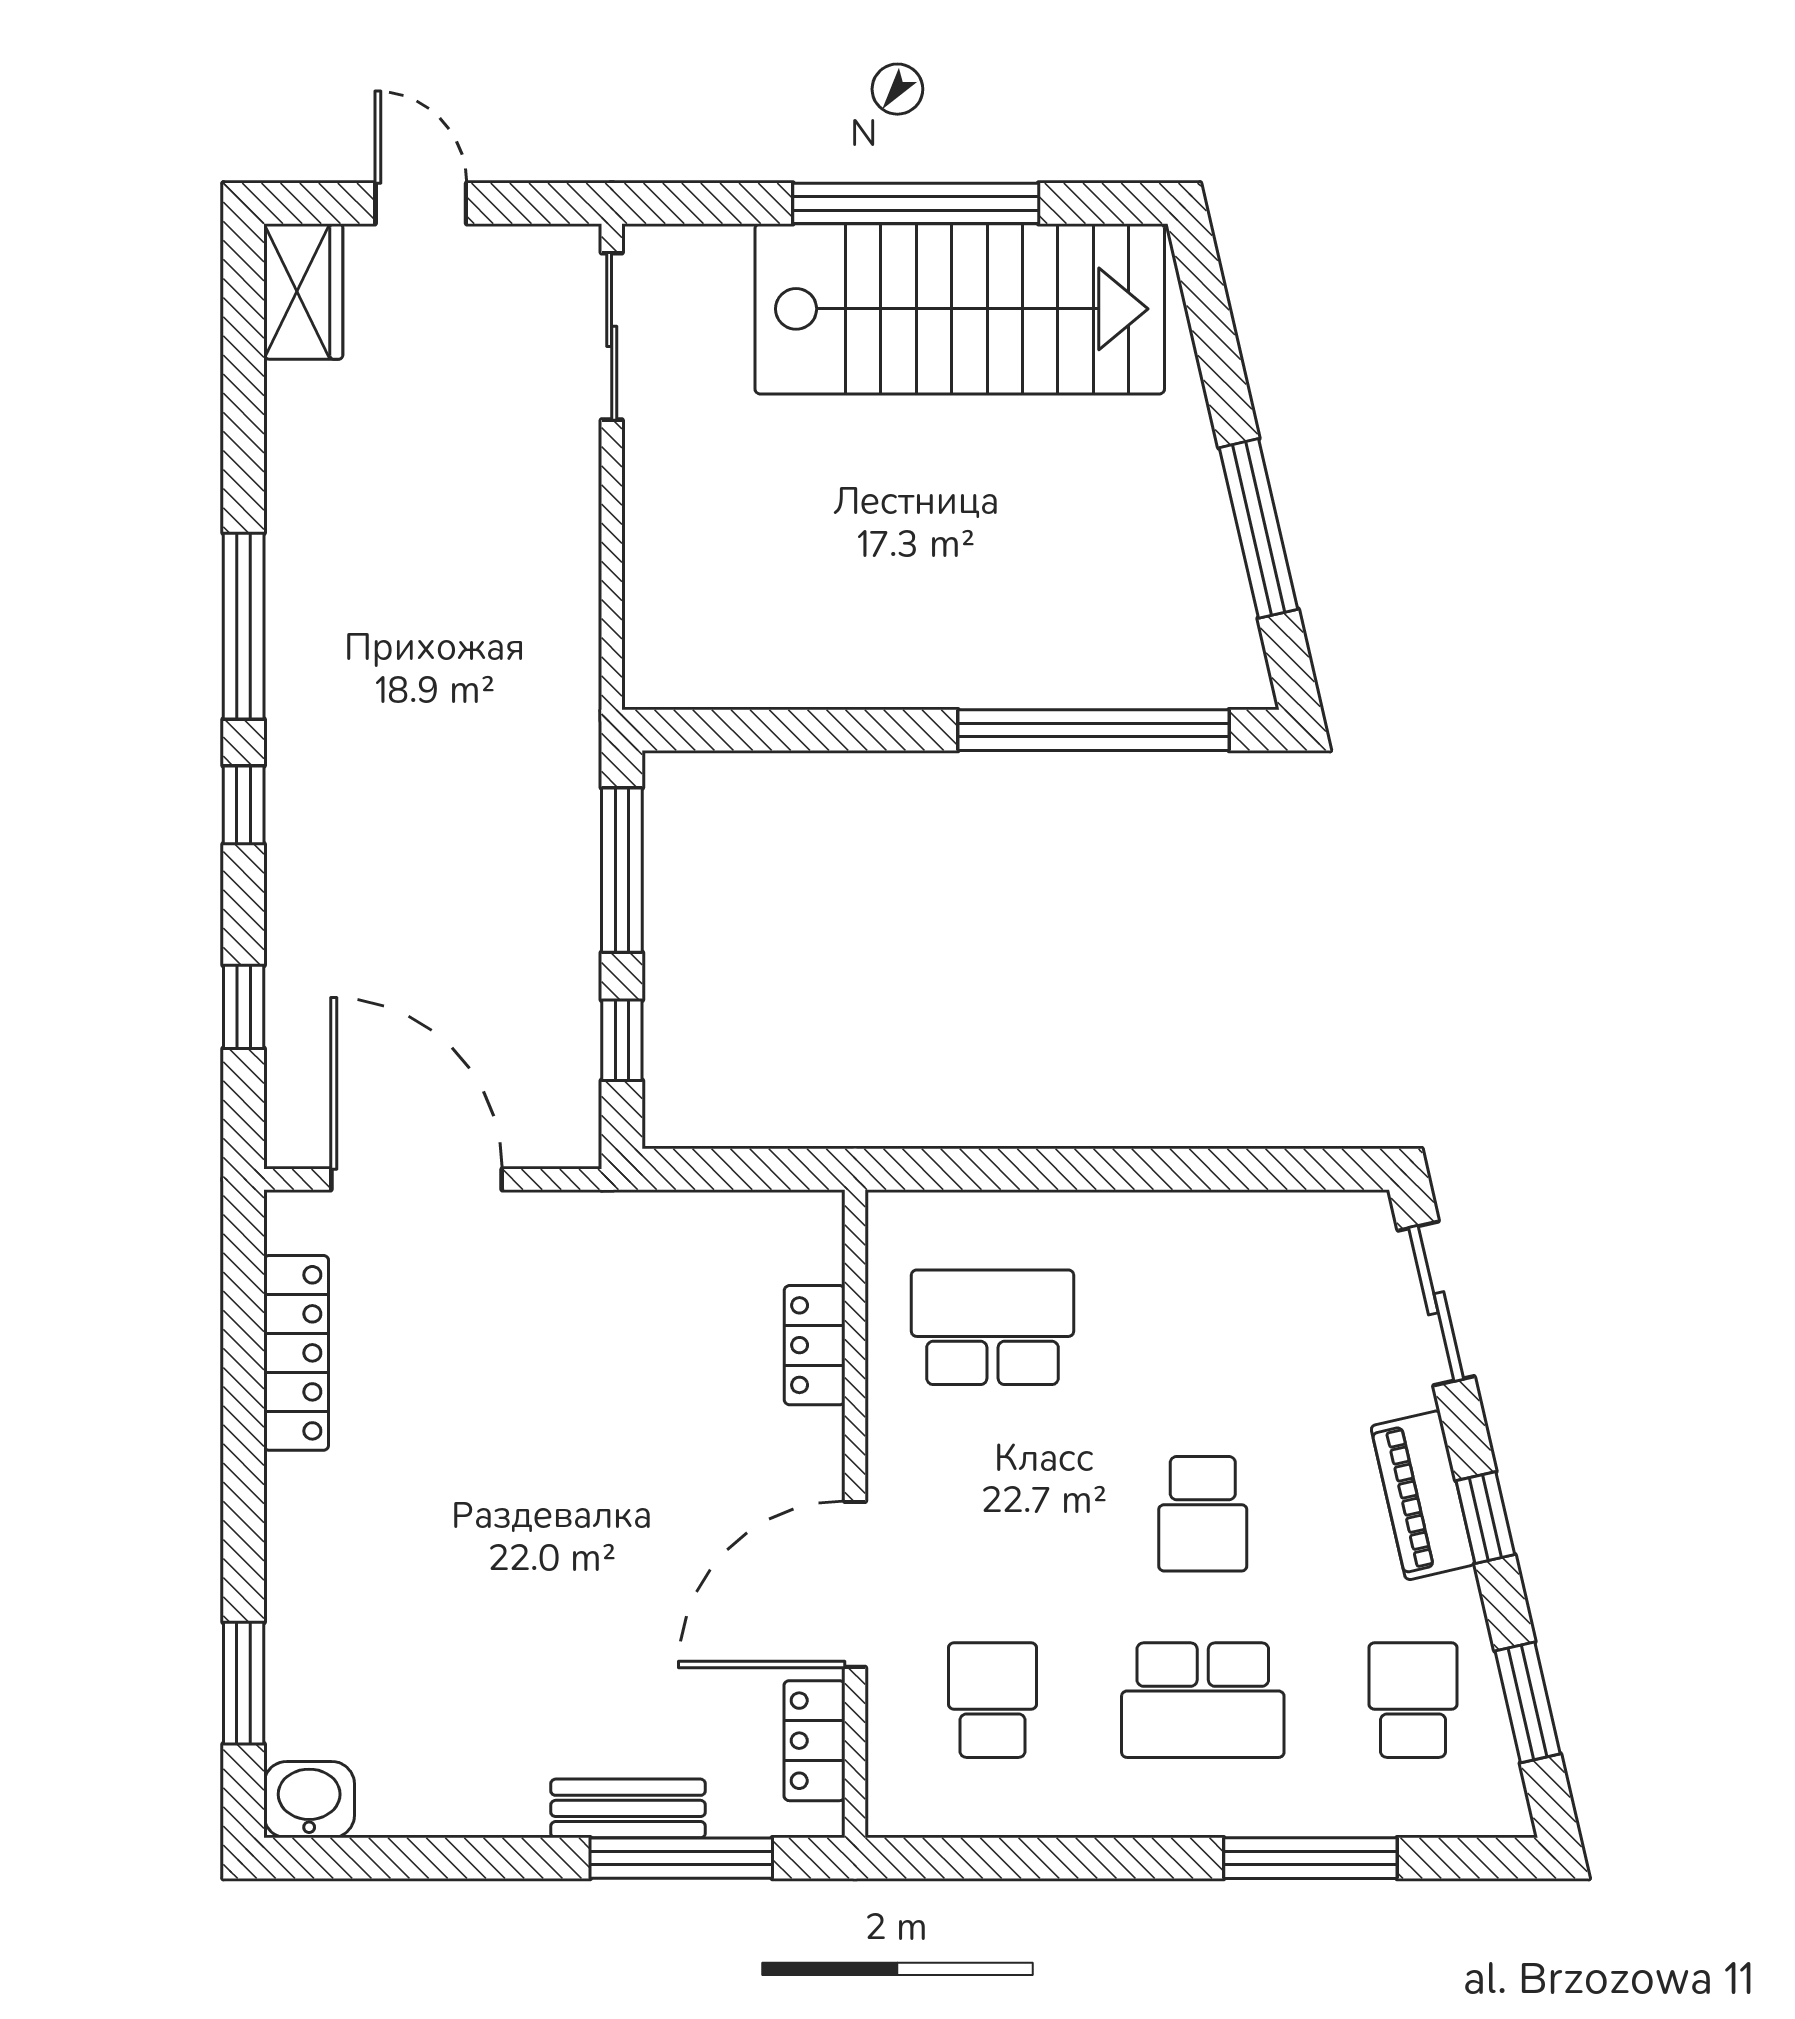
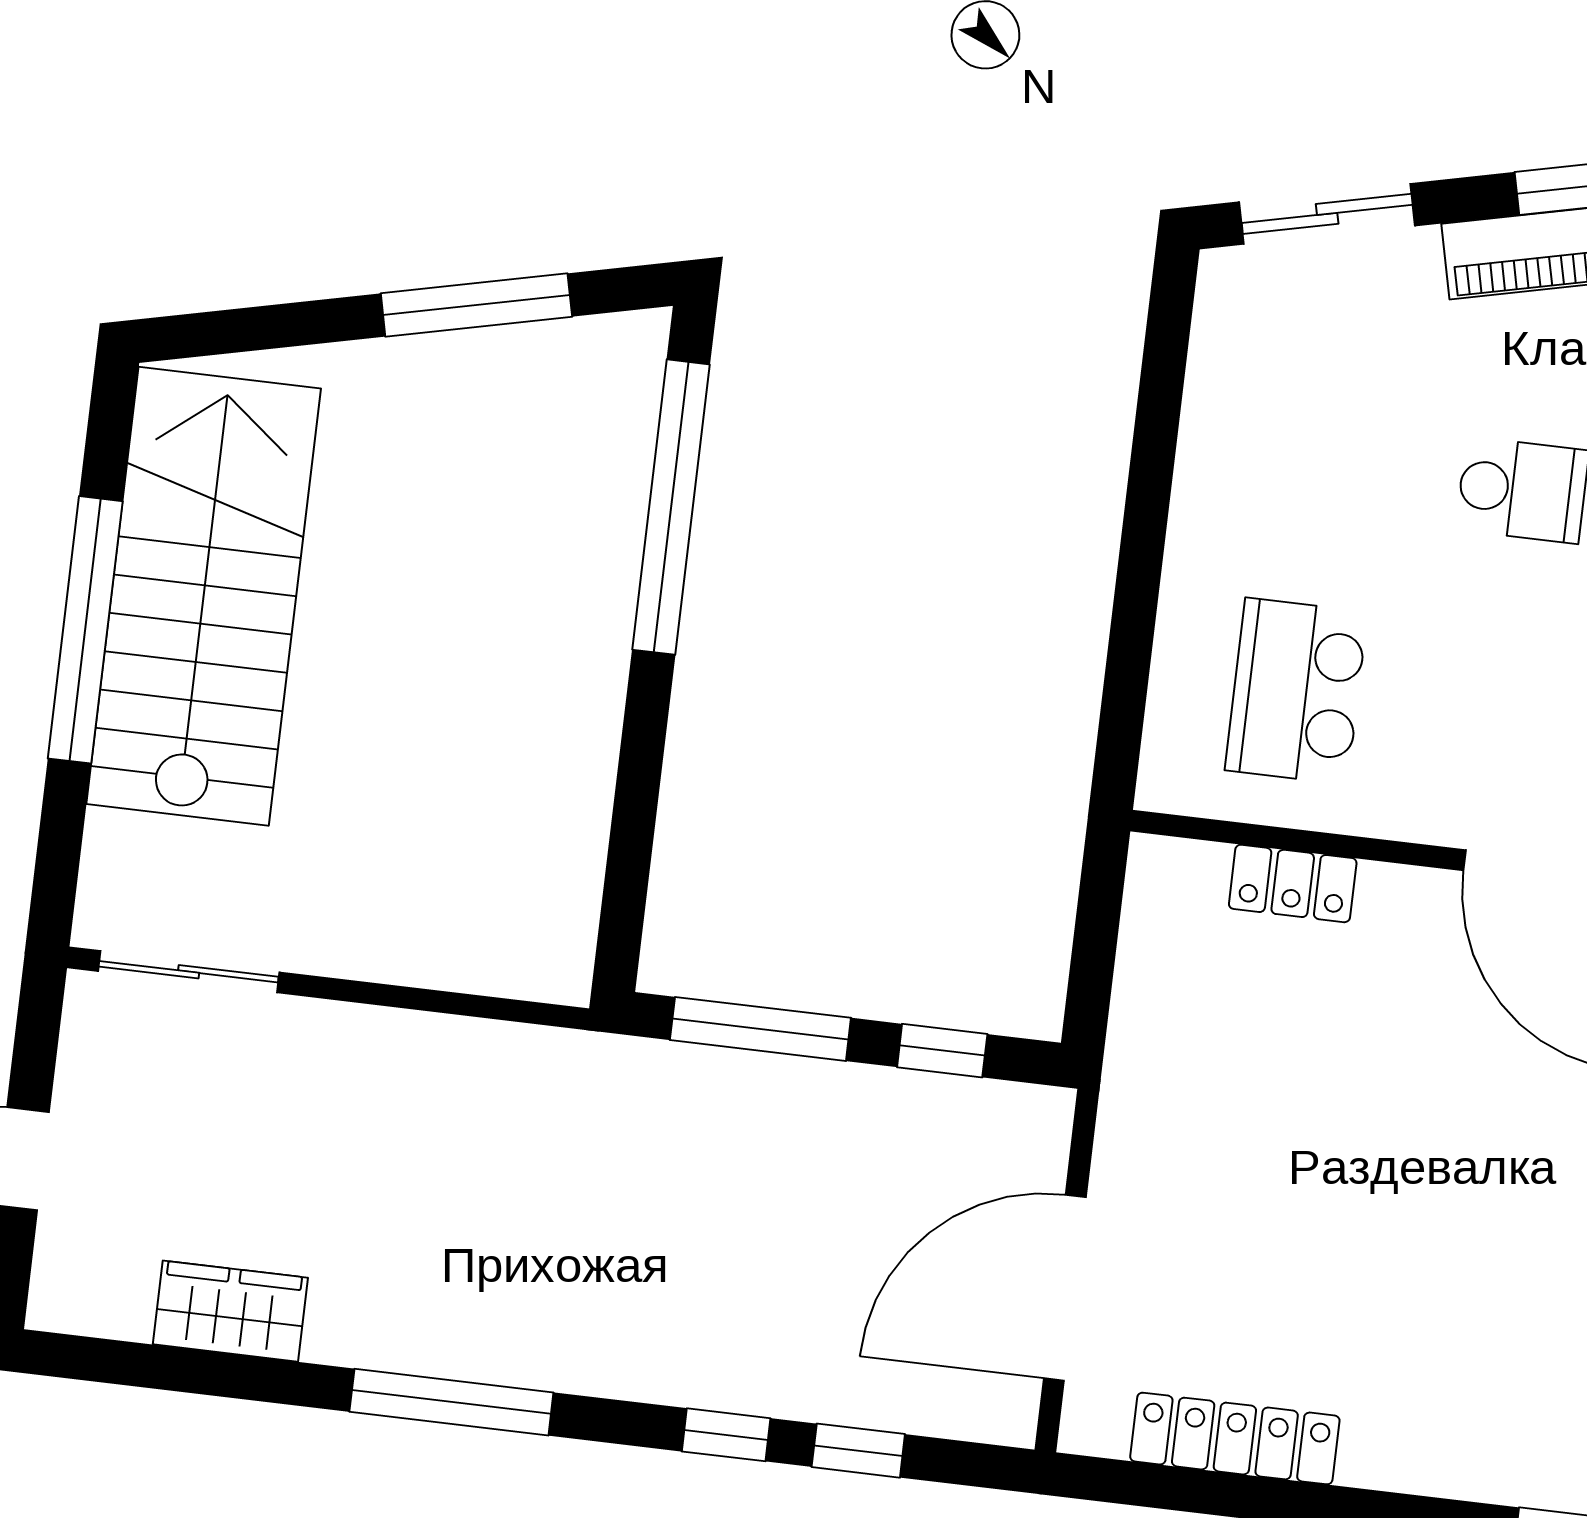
wardrobe: (303, 291) -> (230, 1311), moved
window: (244, 805) -> (726, 1435), moved

